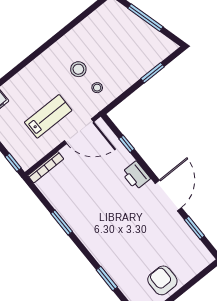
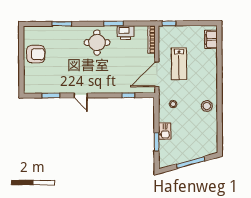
stool: (78, 69) -> (207, 106), moved
kitchen sink: (134, 73) -> (165, 131), added
printer: (136, 176) -> (126, 33), moved, turned 180
door: (168, 196) -> (81, 95), width x0.53
round table: (97, 224) -> (97, 43), added

